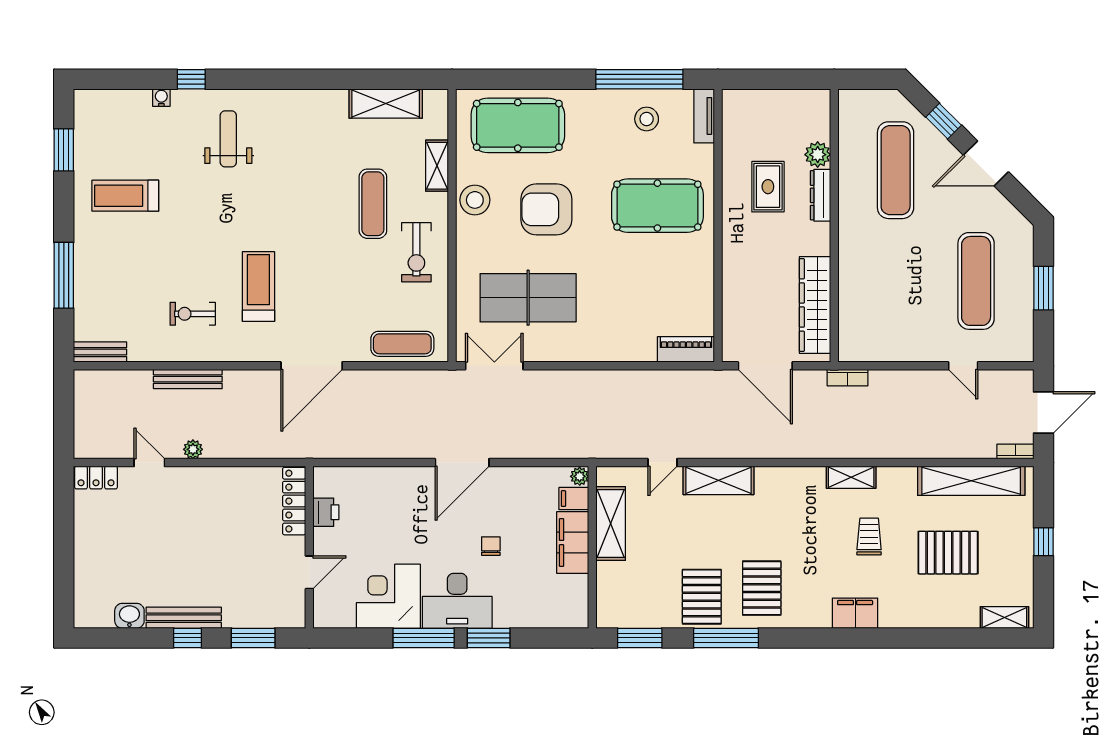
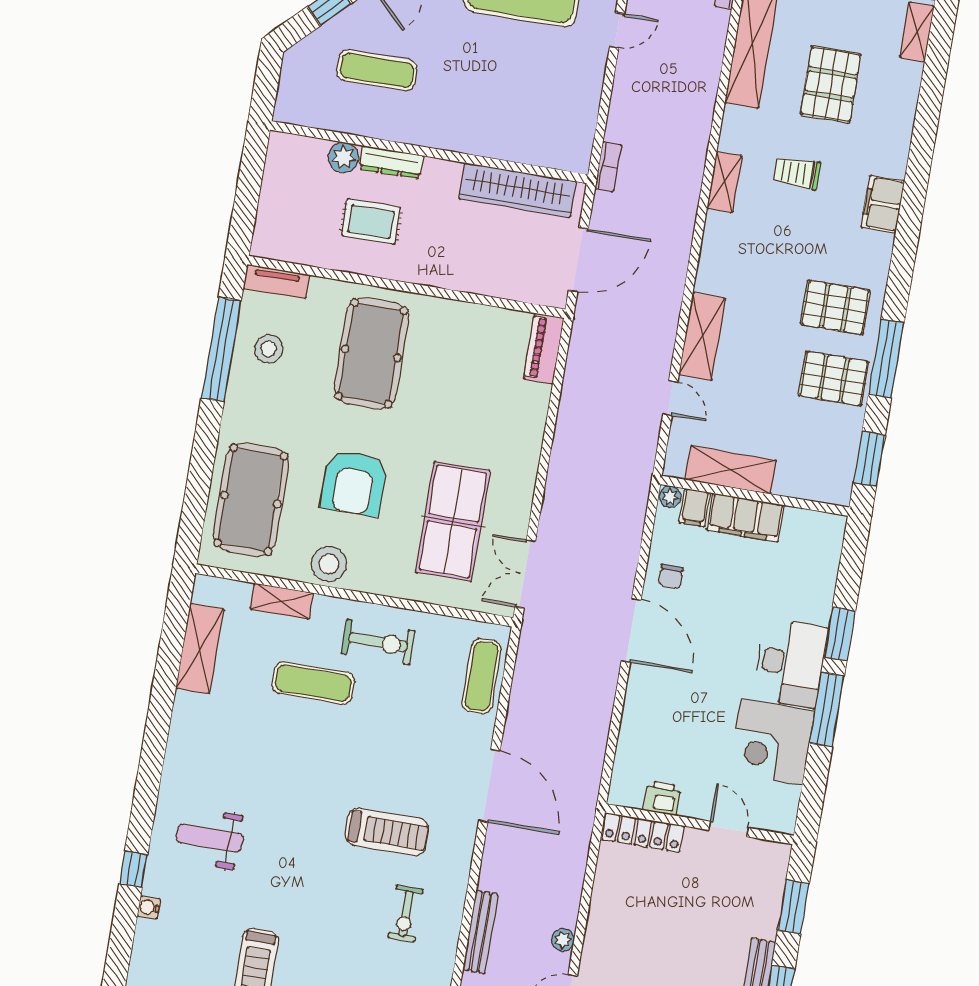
exercise mat: (896, 170) -> (377, 70), width x0.73, depth x0.69
treadmill: (258, 287) -> (387, 832), turned 180
chair: (491, 546) -> (671, 576), moved, turned -90

